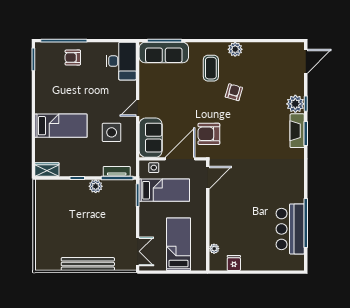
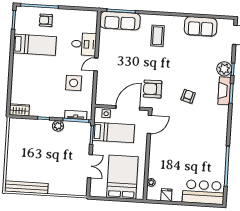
plant: (235, 49) -> (178, 22), removed
desk: (121, 61) -> (84, 44), moved, width x0.73
armchair: (234, 92) -> (188, 96), moved
bed: (61, 126) -> (35, 45), moved
sofa: (151, 138) -> (201, 26), moved, turned 90
bar counter: (290, 229) -> (203, 192), moved, turned 90
bed: (178, 244) -> (122, 177), width x1.50
double door: (138, 251) -> (90, 166), moved
bench: (88, 264) -> (26, 187), moved

